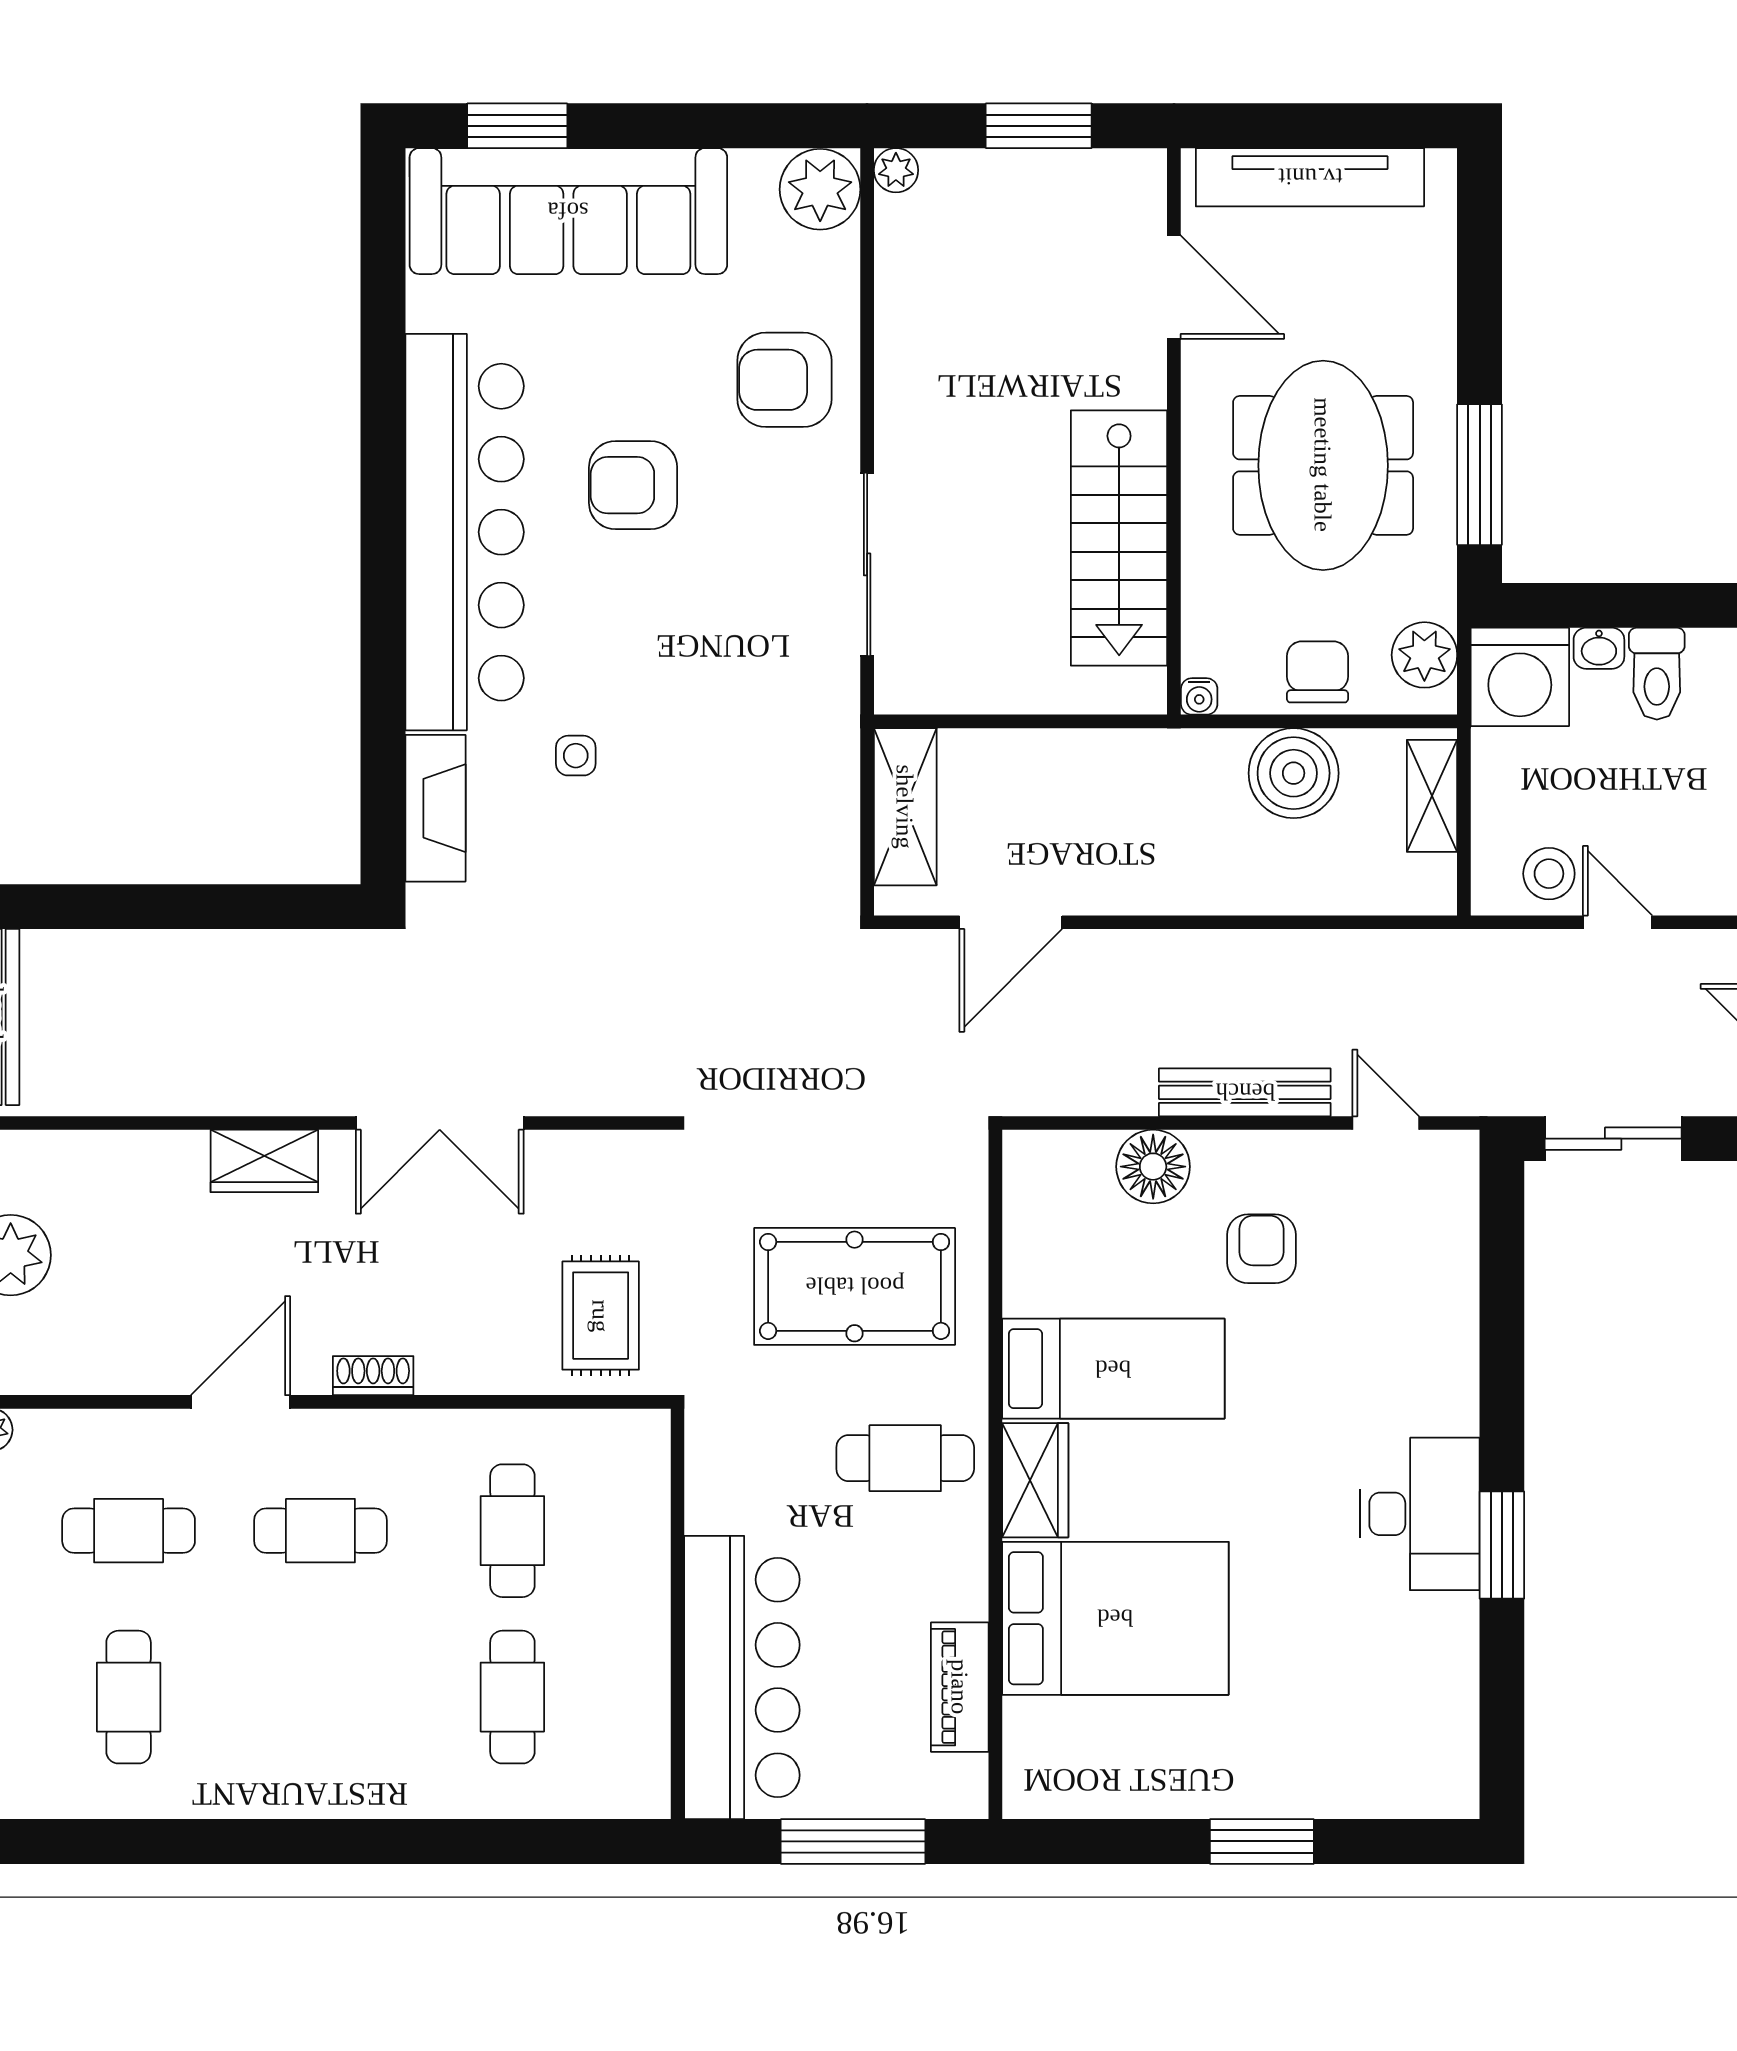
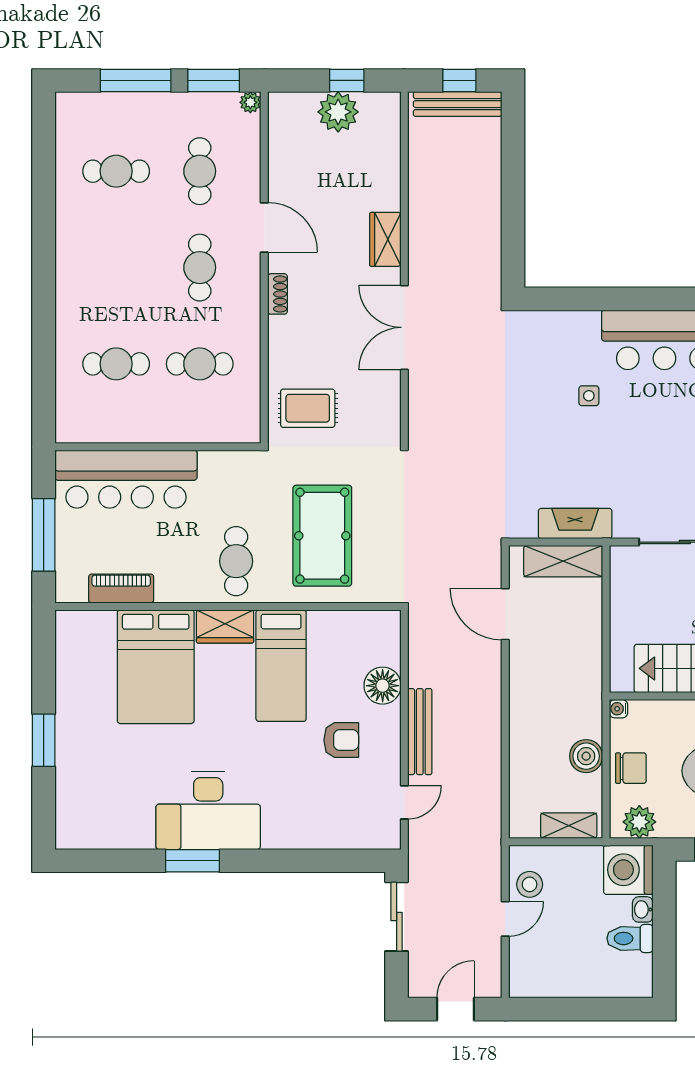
boiler: (1294, 773) -> (586, 756), width x0.73, depth x0.73
fireplace: (435, 808) -> (575, 524), moved, turned 180
desk: (1420, 1514) -> (208, 810), width x1.36, depth x1.30

